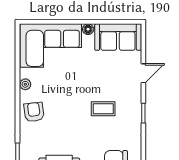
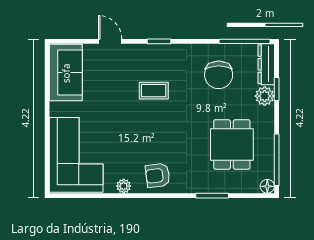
floor lamp: (88, 29) -> (56, 109), removed
coffee table: (103, 109) -> (154, 91), turned 90

